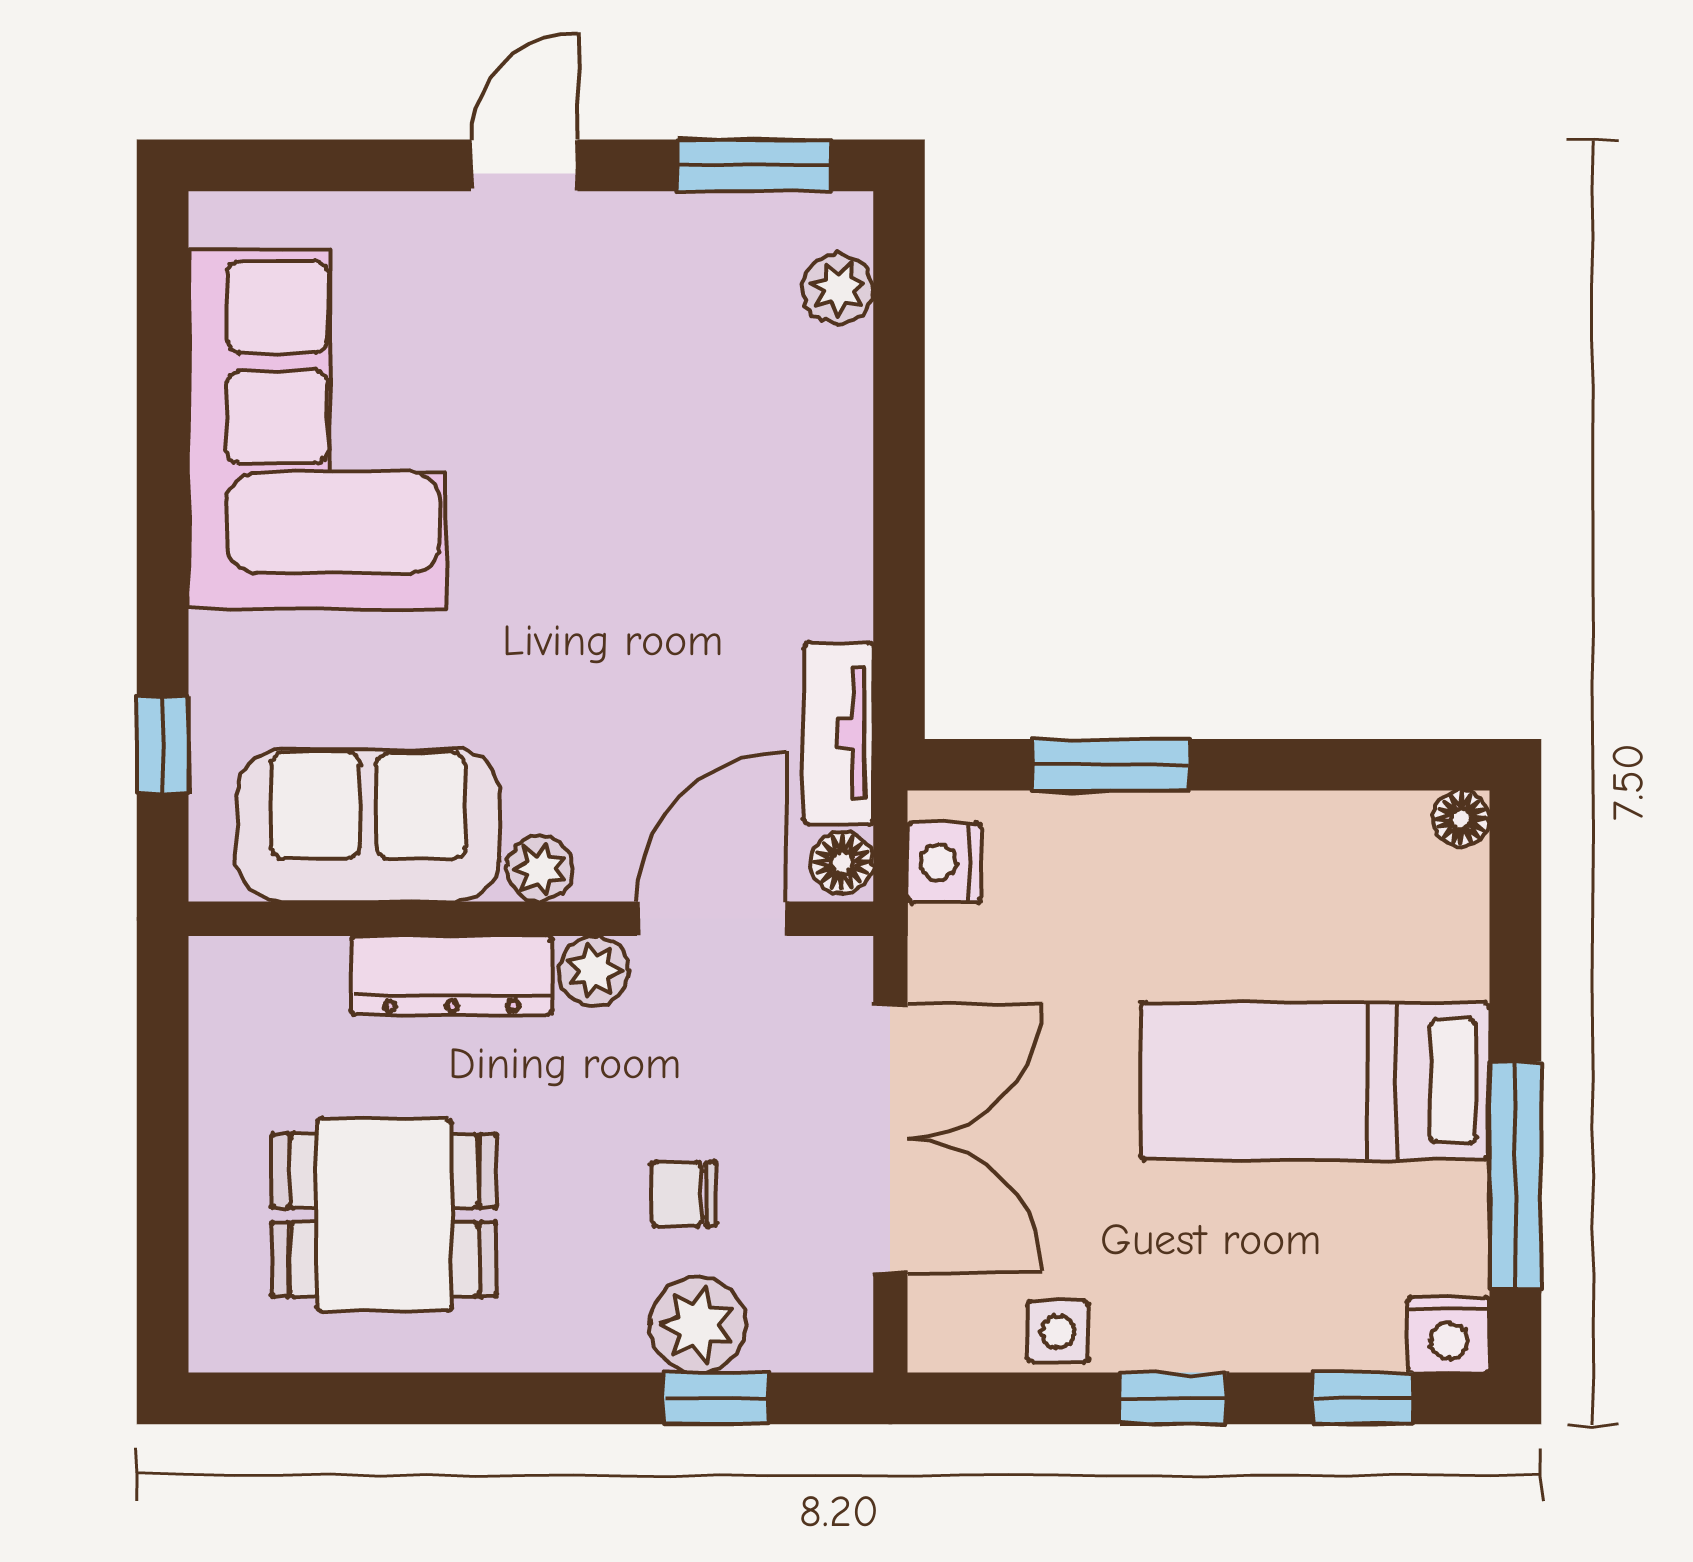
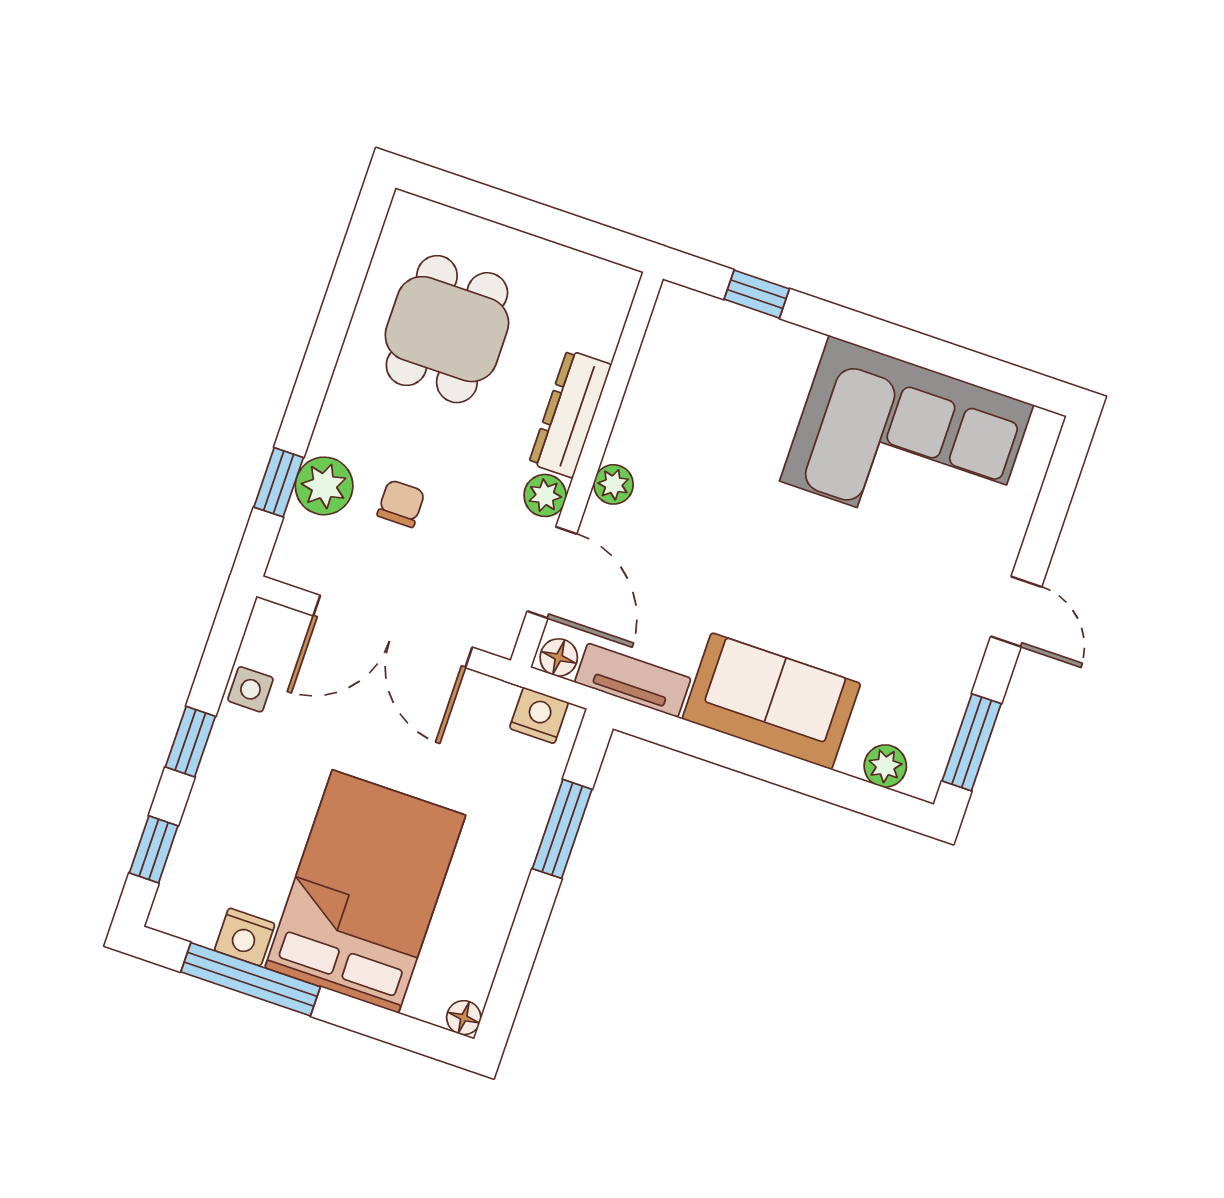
sofa: (368, 825) -> (771, 701), moved, turned -90
bed: (1315, 1081) -> (365, 891), width x1.50
nightstand: (1449, 1335) -> (245, 937), moved, turned -90

